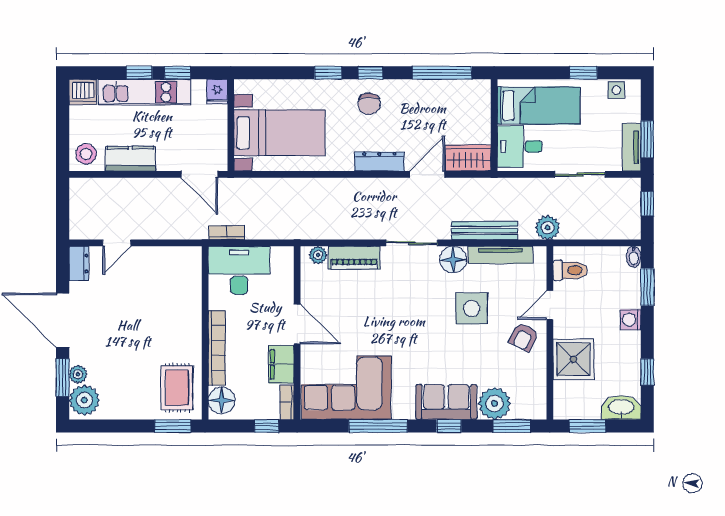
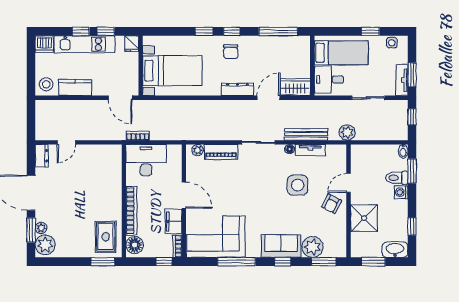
tv unit: (500, 255) -> (310, 150), width x0.71
floor lamp: (453, 260) -> (290, 149), width x0.53, depth x0.53
toilet: (570, 270) -> (397, 178), moved, turned 180

